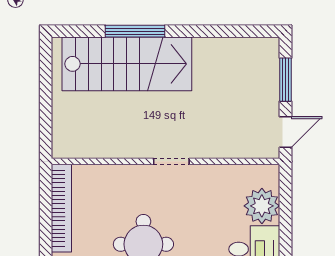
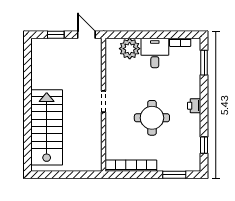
window: (135, 31) -> (27, 123), removed
window: (285, 80) -> (56, 35), width x0.67

